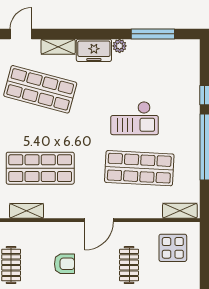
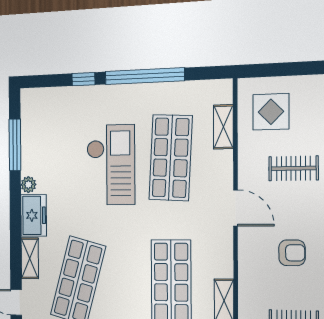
checkout: (135, 118) -> (111, 165), width x1.36, depth x1.21
shelving: (180, 211) -> (223, 127), moved
armchair: (64, 264) -> (292, 253), turned 90

